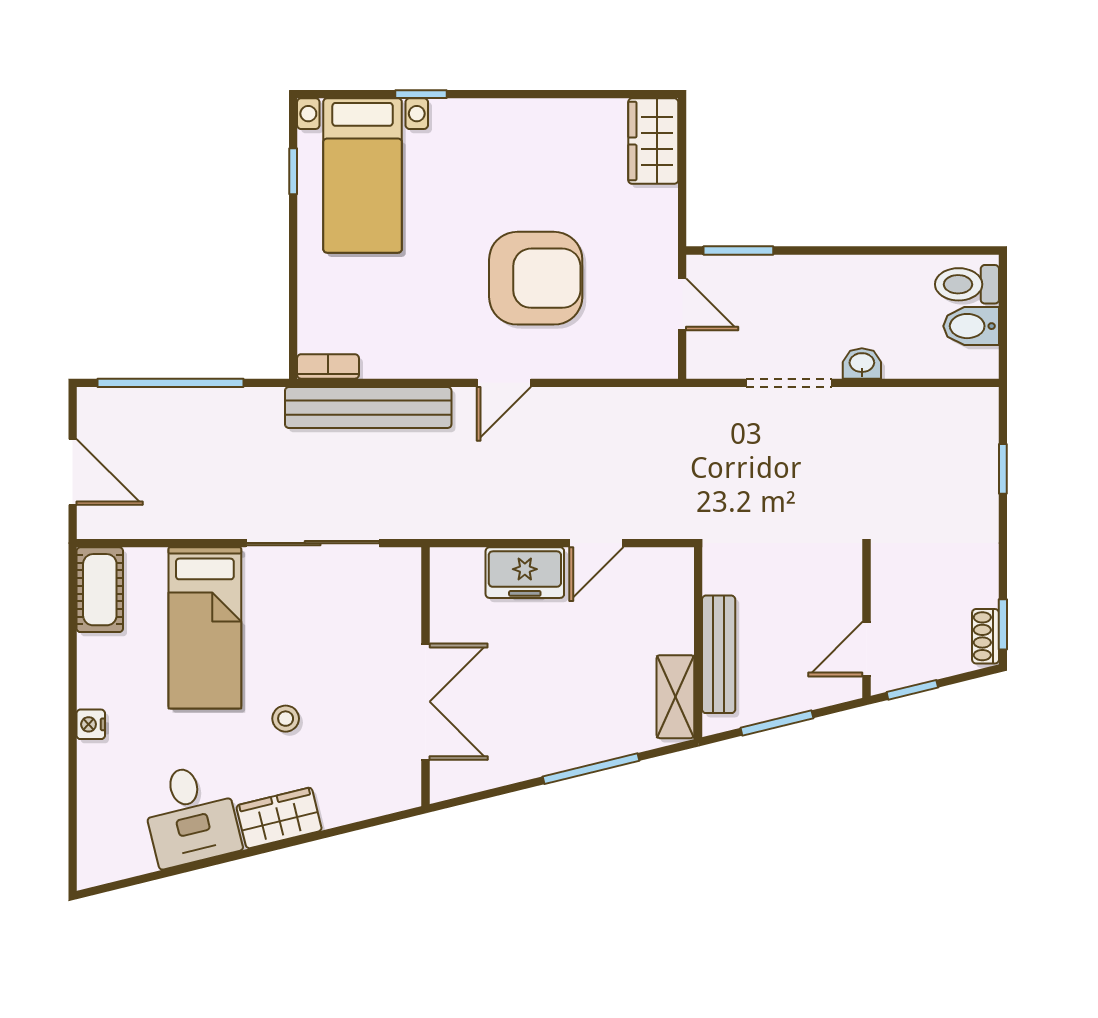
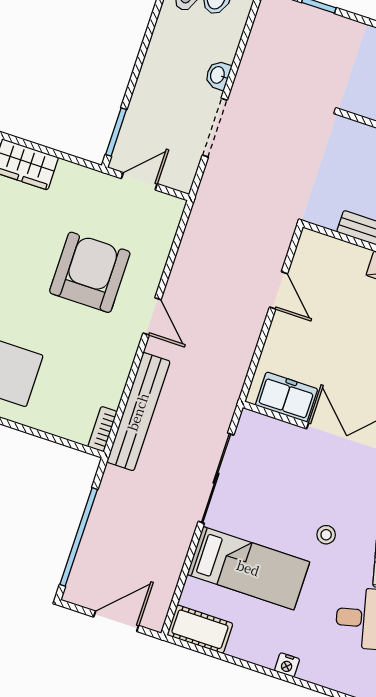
freezer: (525, 573) -> (286, 397), moved, turned -90

